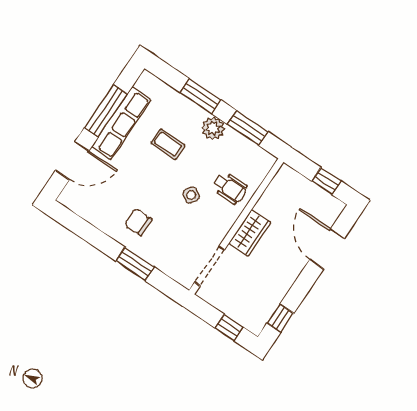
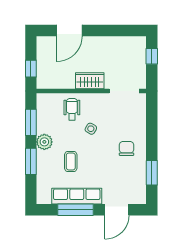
door: (72, 161) -> (117, 210), swing flipped
window: (326, 181) -> (31, 69), moved
chair: (138, 222) -> (126, 149), turned 180
window: (135, 264) -> (152, 173), moved
window: (280, 318) -> (127, 31), removed

